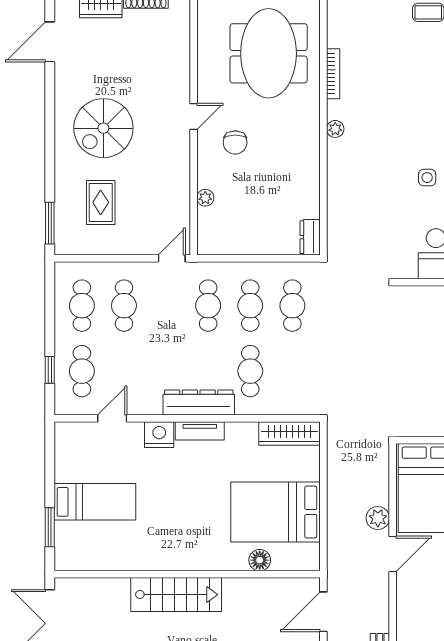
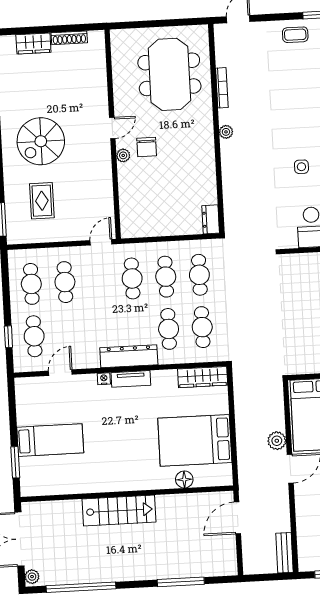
plant: (205, 198) -> (123, 155), moved
cafe table: (292, 371) -> (202, 327), added
nightstand: (159, 435) -> (104, 379), width x0.53, depth x0.56

